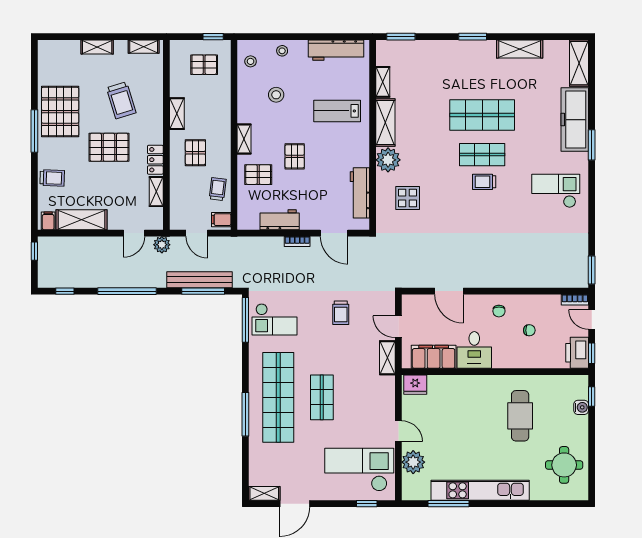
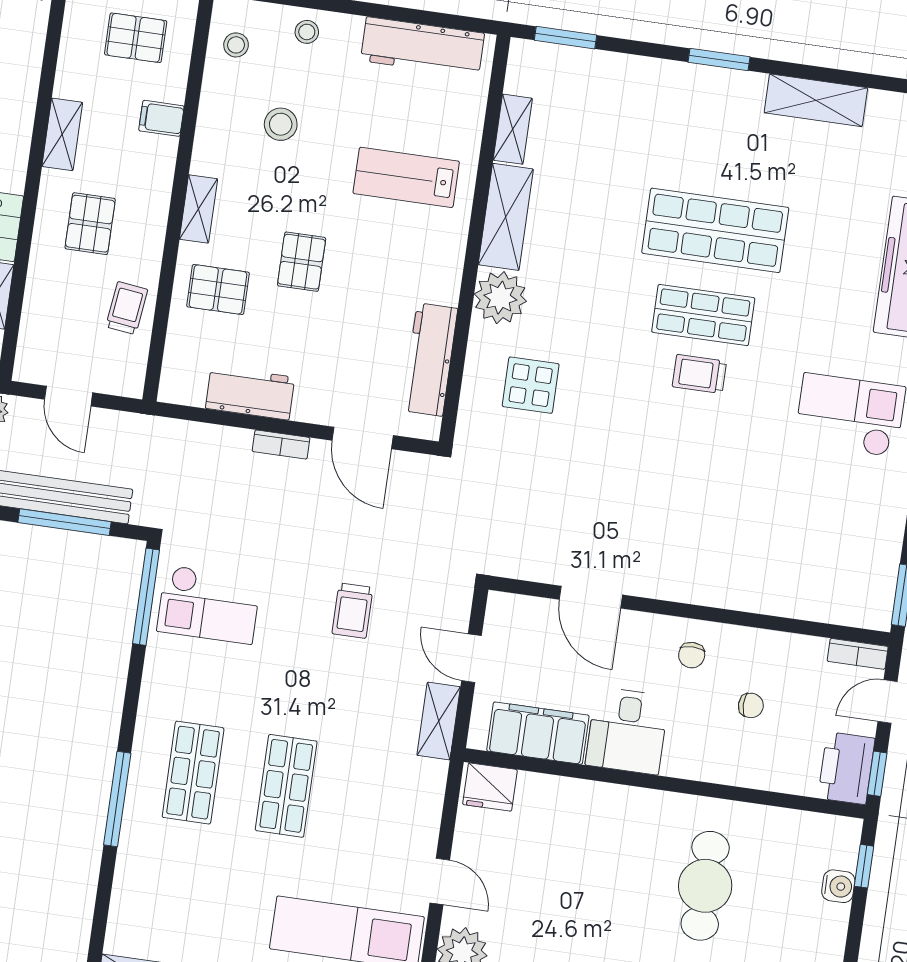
filing cabinet: (221, 220) -> (161, 118), moved
door: (592, 320) -> (887, 701), hinge flipped
shop shelf: (278, 397) -> (193, 773), width x0.50, depth x0.74

